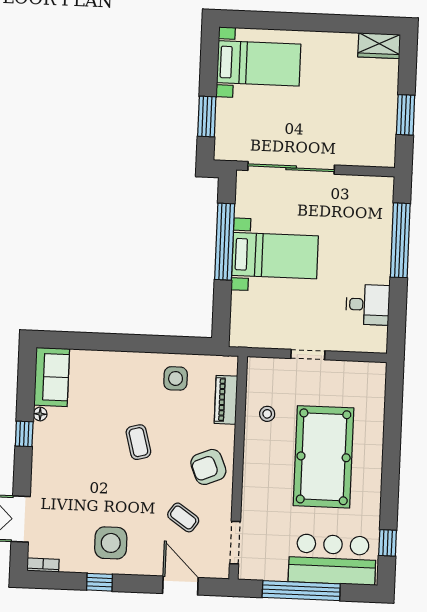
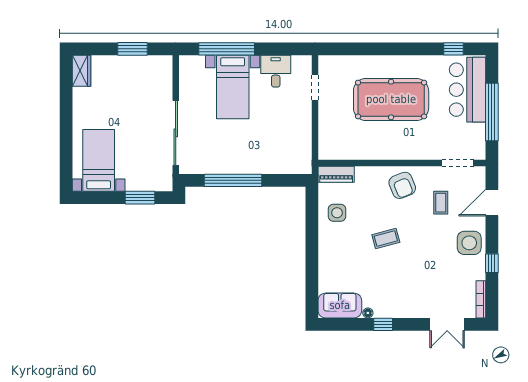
bed with nightstands: (275, 256) -> (233, 87), moved, turned 180
doorway: (308, 355) -> (315, 87), moved
piano: (226, 400) -> (336, 174), moved
stool: (267, 414) -> (361, 143), removed
coffee table: (183, 517) -> (441, 203), turned -35
side table: (111, 543) -> (469, 243), moved
bookcase: (43, 565) -> (481, 299), width x1.56

